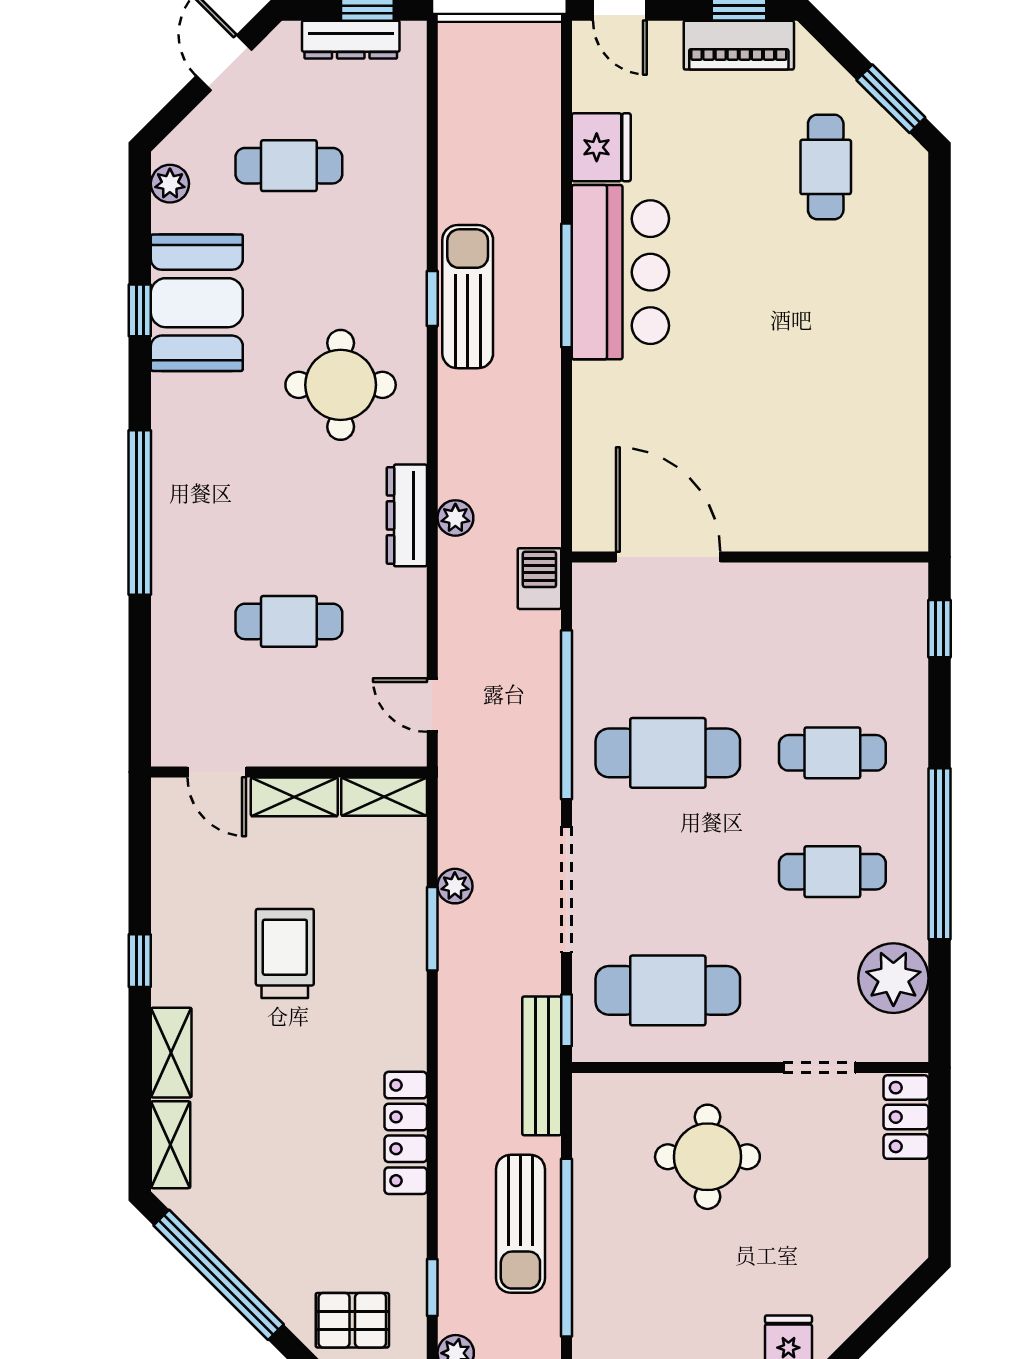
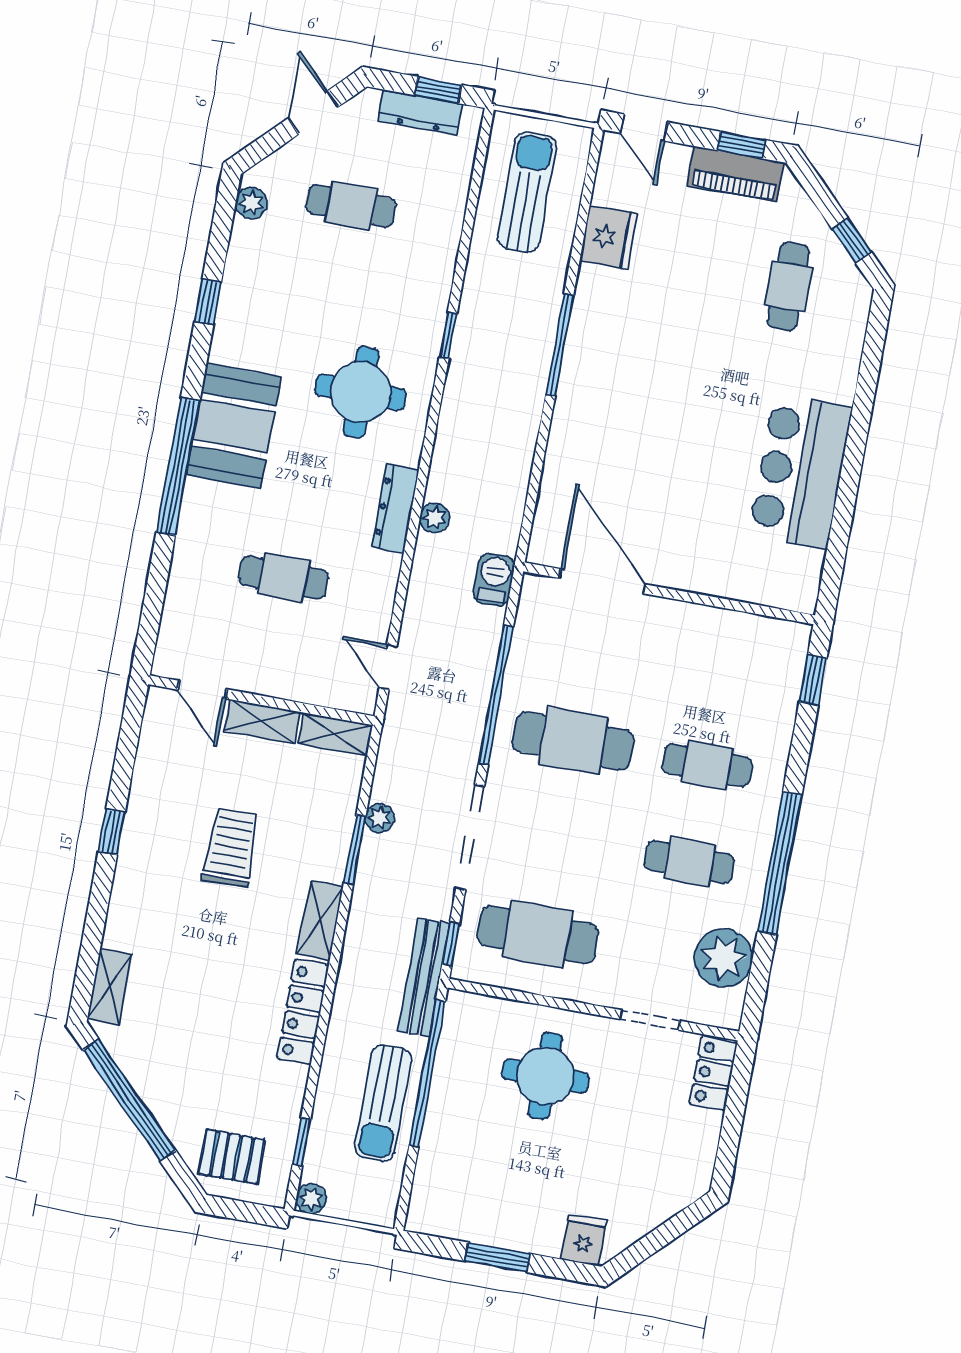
window: (891, 99) -> (852, 240), width x0.67
bar counter: (620, 272) -> (801, 471), moved, turned 180
sun lounger: (468, 297) -> (527, 192), moved
booth: (197, 303) -> (233, 426), moved
shelving: (171, 1053) -> (320, 920), moved
window: (567, 1248) -> (427, 1073), moved

